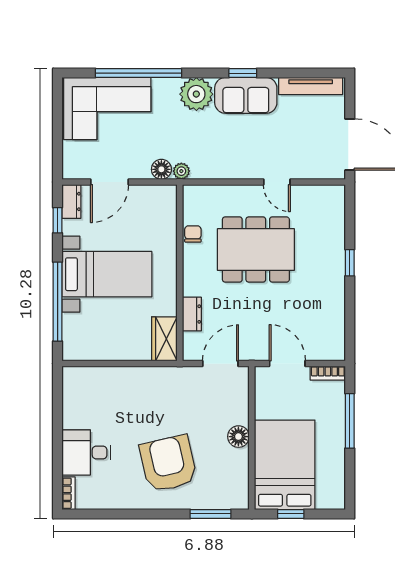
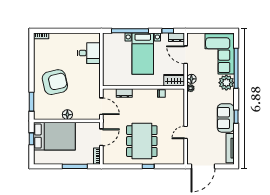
plant: (196, 94) -> (226, 83), moved
dining table: (256, 250) -> (142, 141), moved
wardrobe: (164, 339) -> (174, 80), moved
desk: (86, 453) -> (89, 53), moved, turned 90

